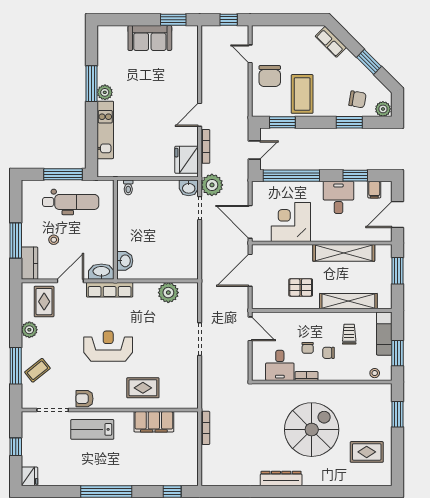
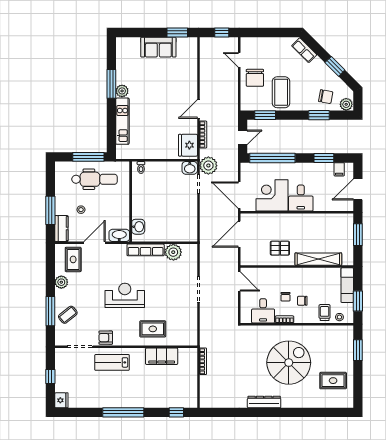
desk: (338, 197) -> (301, 198), moved, turned 180
shelving: (344, 253) -> (315, 220), removed
row of seats: (110, 290) -> (146, 250), moved
trolley: (349, 334) -> (325, 313), moved

